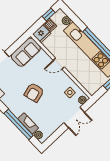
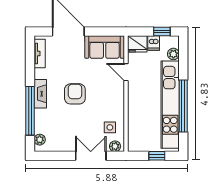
door: (59, 64) -> (126, 72), moved
armchair: (34, 92) -> (75, 94), turned 105
double door: (74, 118) -> (91, 156), swing flipped
fireplace: (28, 123) -> (40, 94), moved

